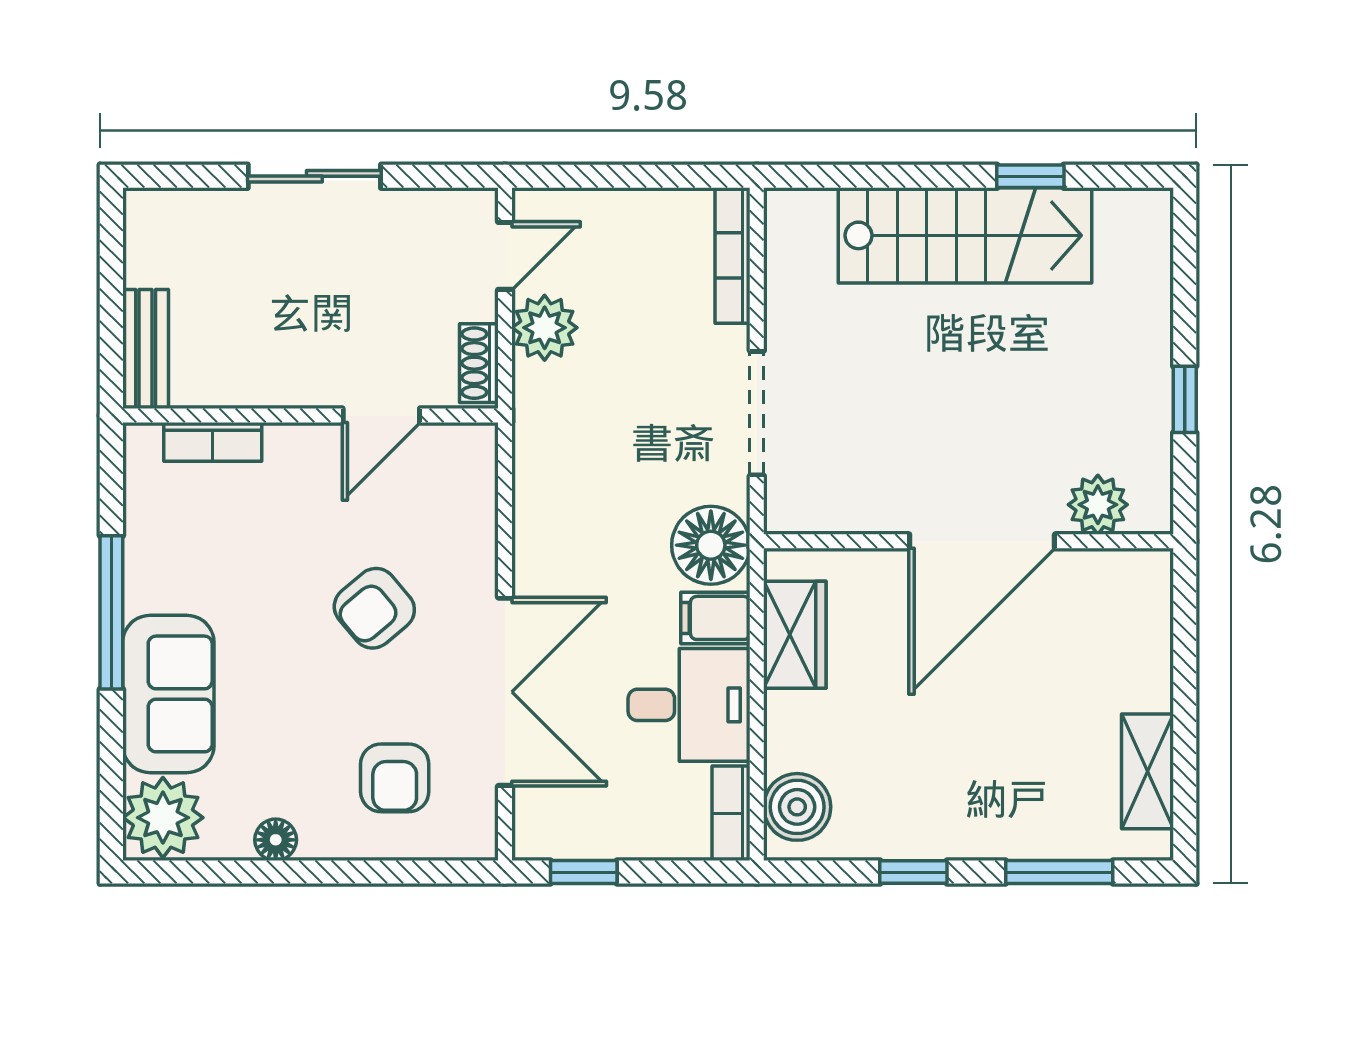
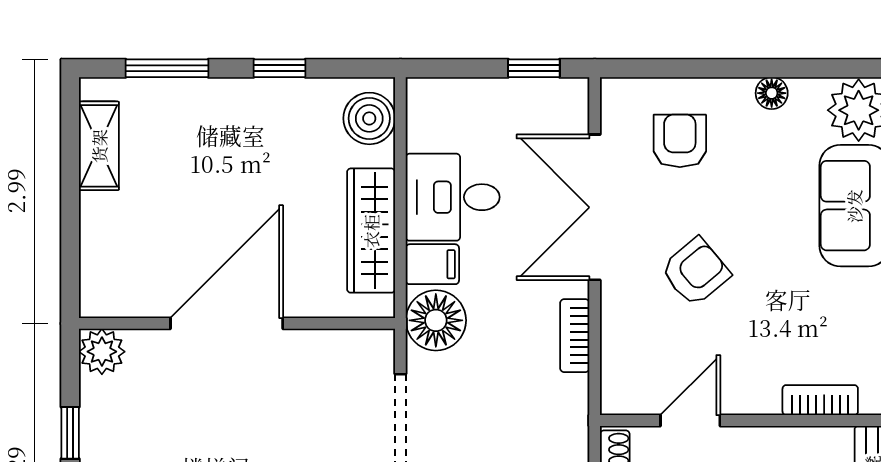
plant: (1098, 505) -> (102, 352), moved
wardrobe: (795, 635) -> (371, 231), width x1.50
bookcase: (731, 813) -> (575, 336), moved, turned 180

